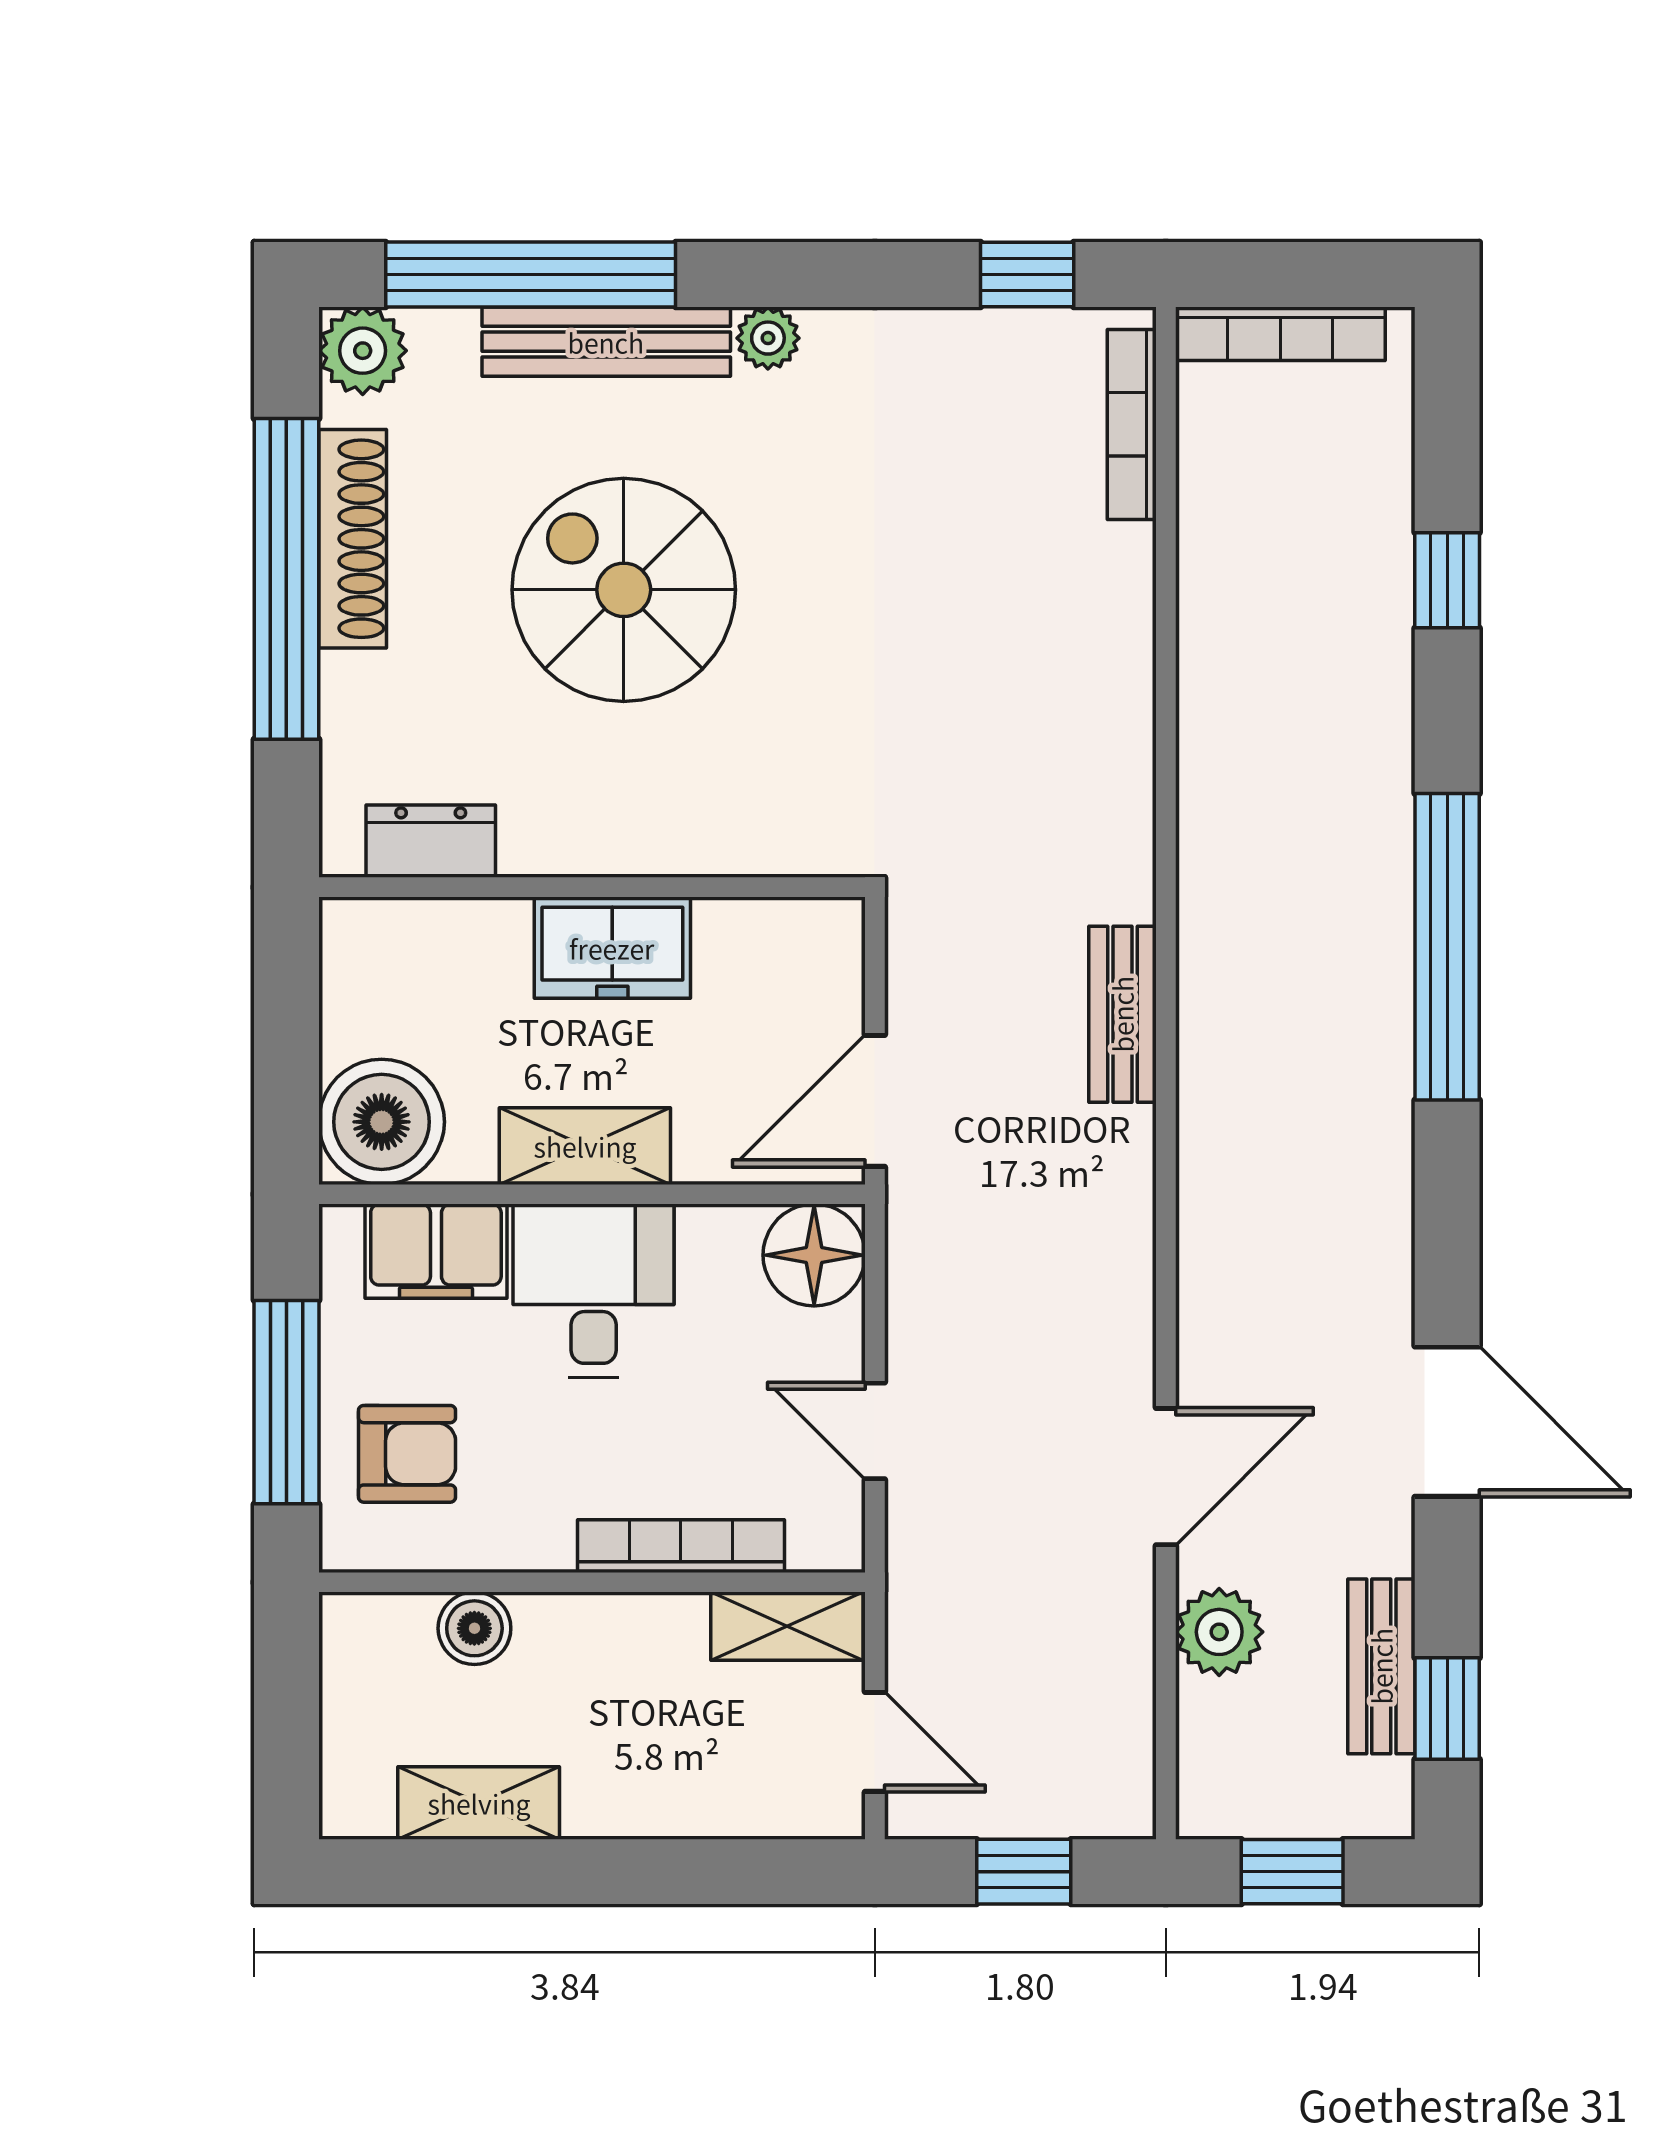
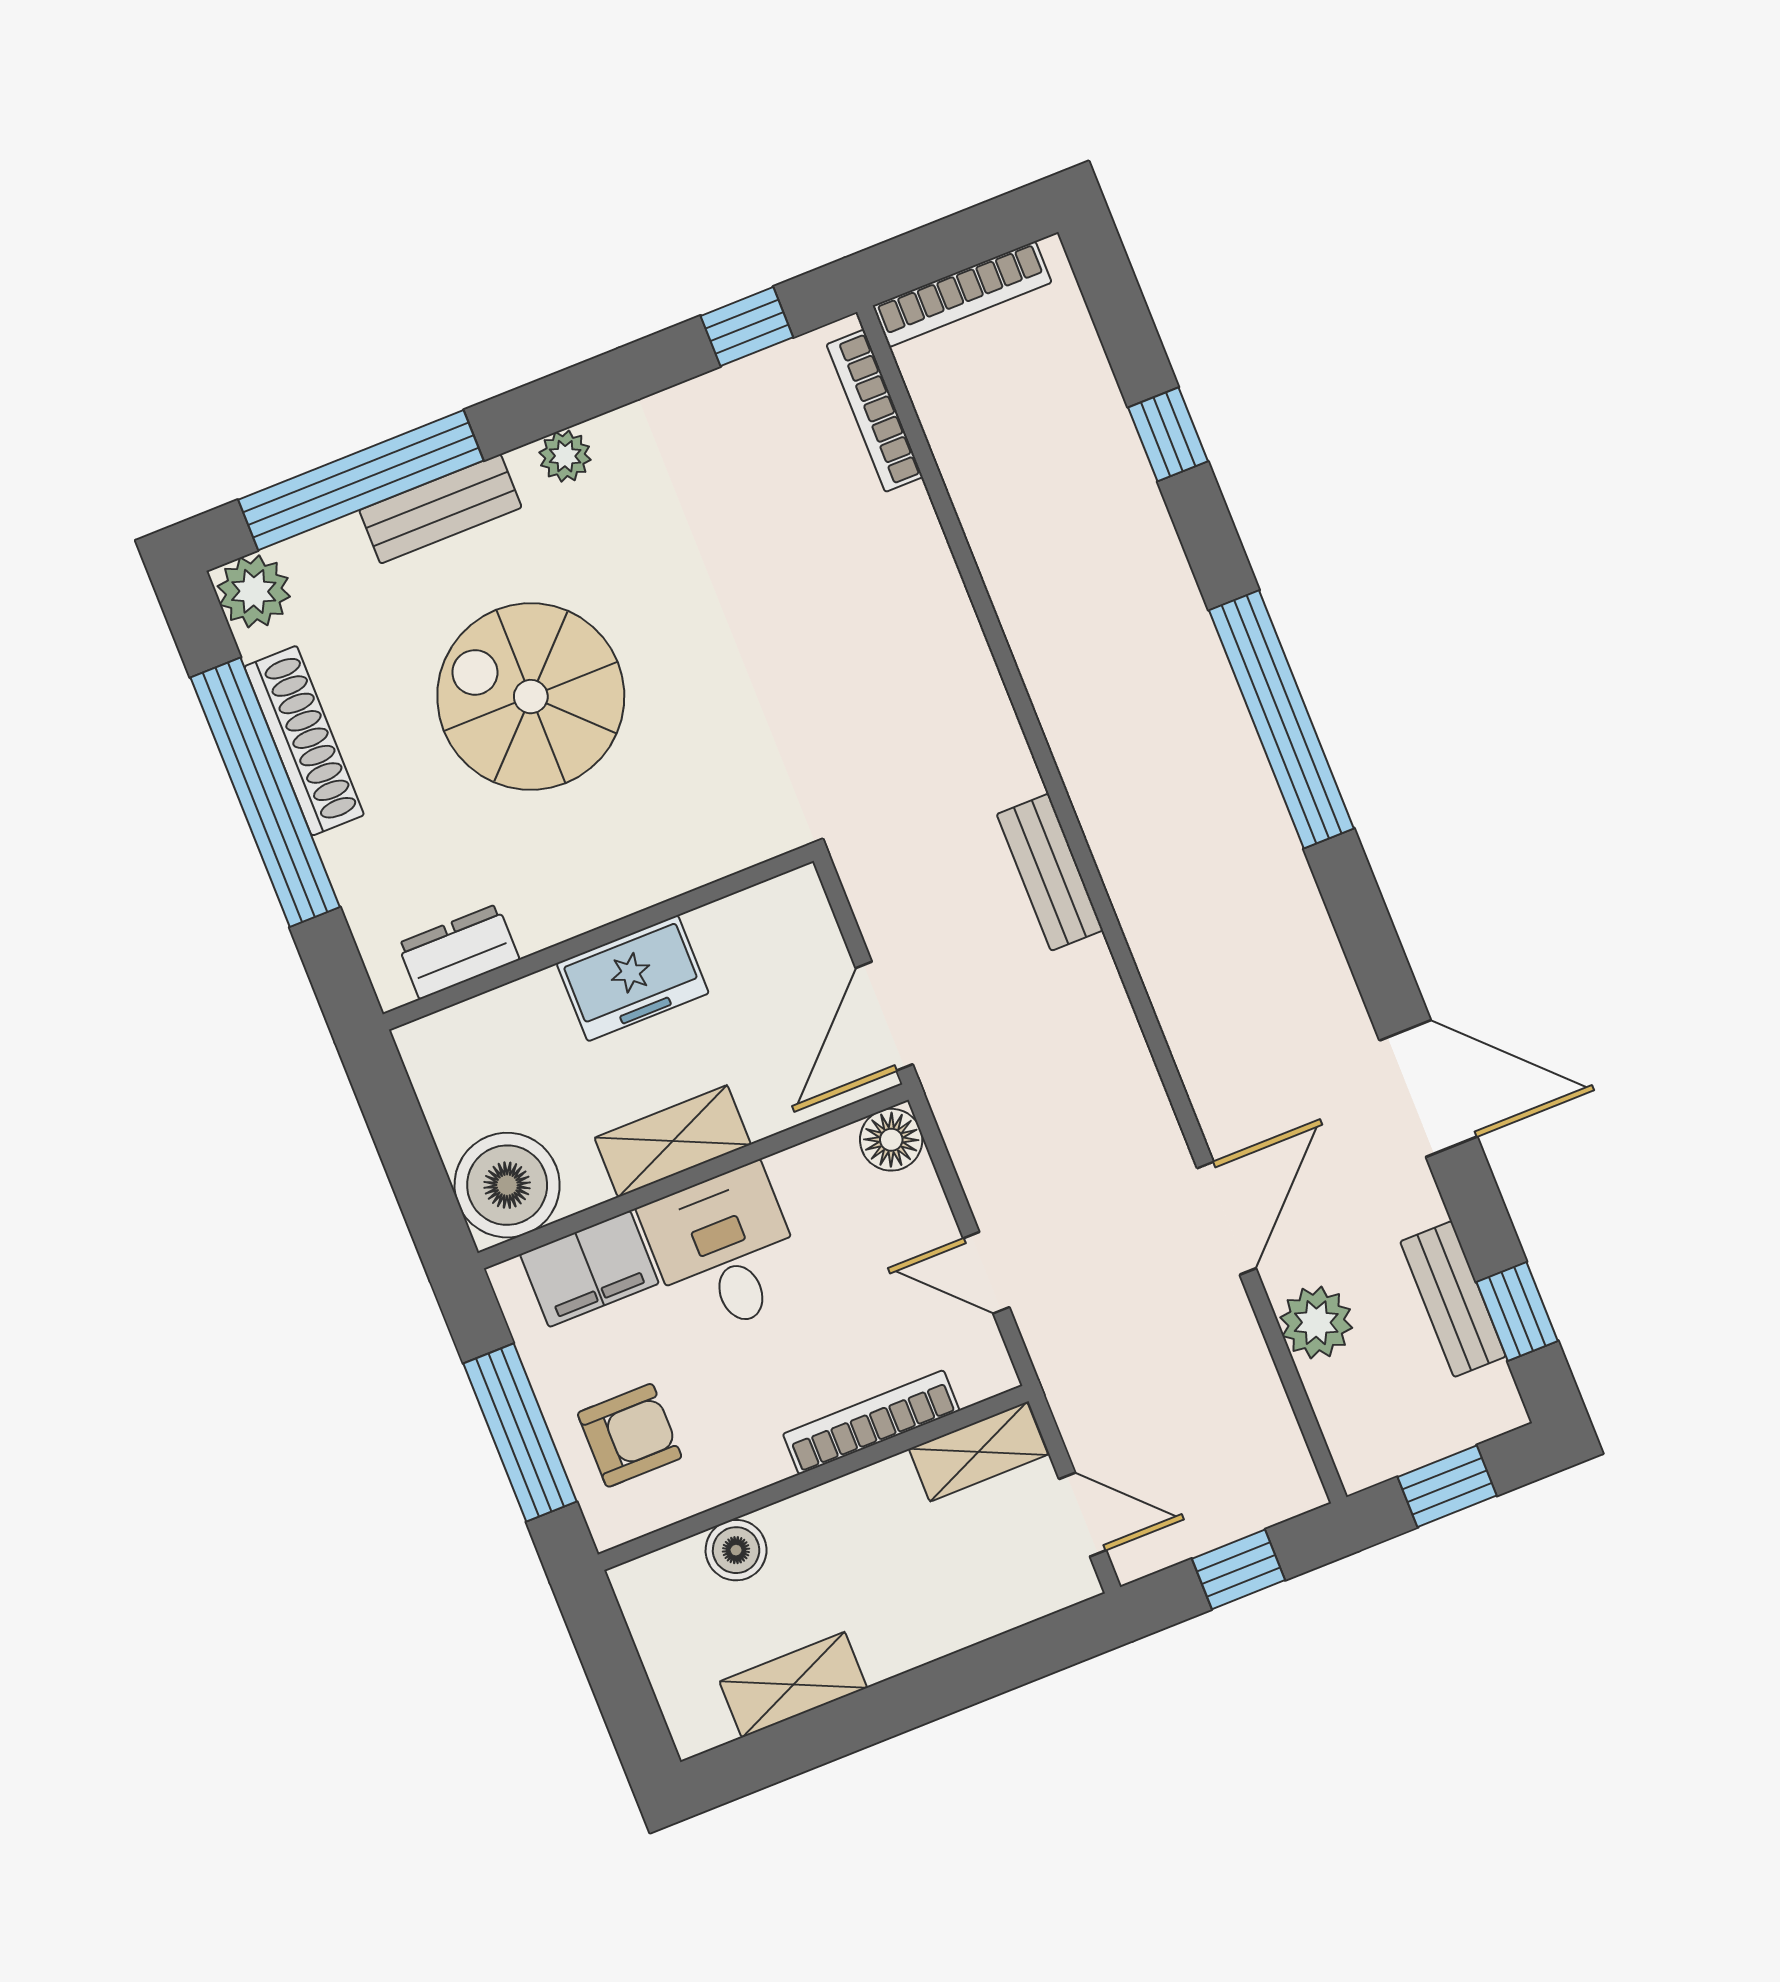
bench: (606, 342) -> (440, 509), width x0.73
floor lamp: (814, 1255) -> (891, 1140), width x0.73, depth x0.73

